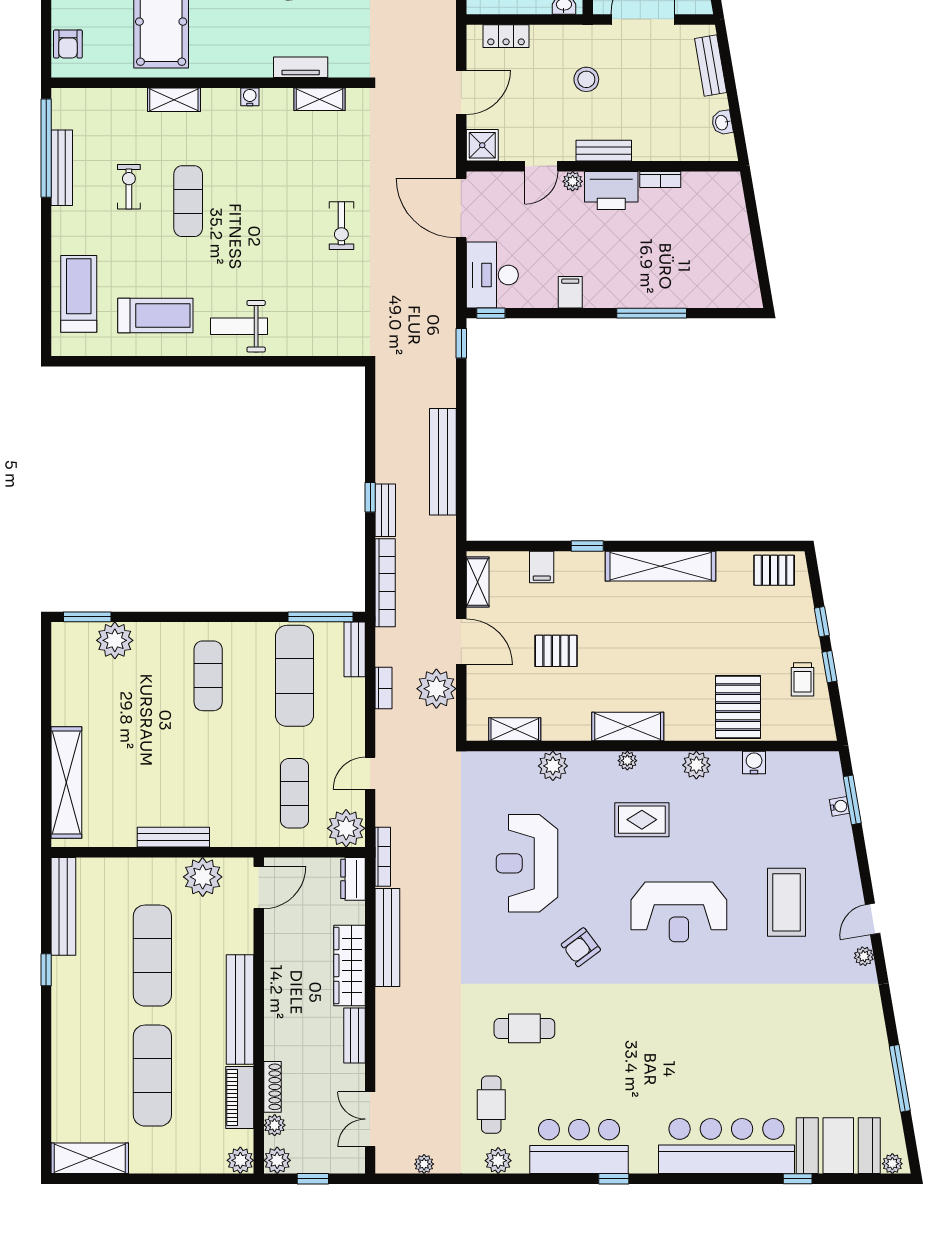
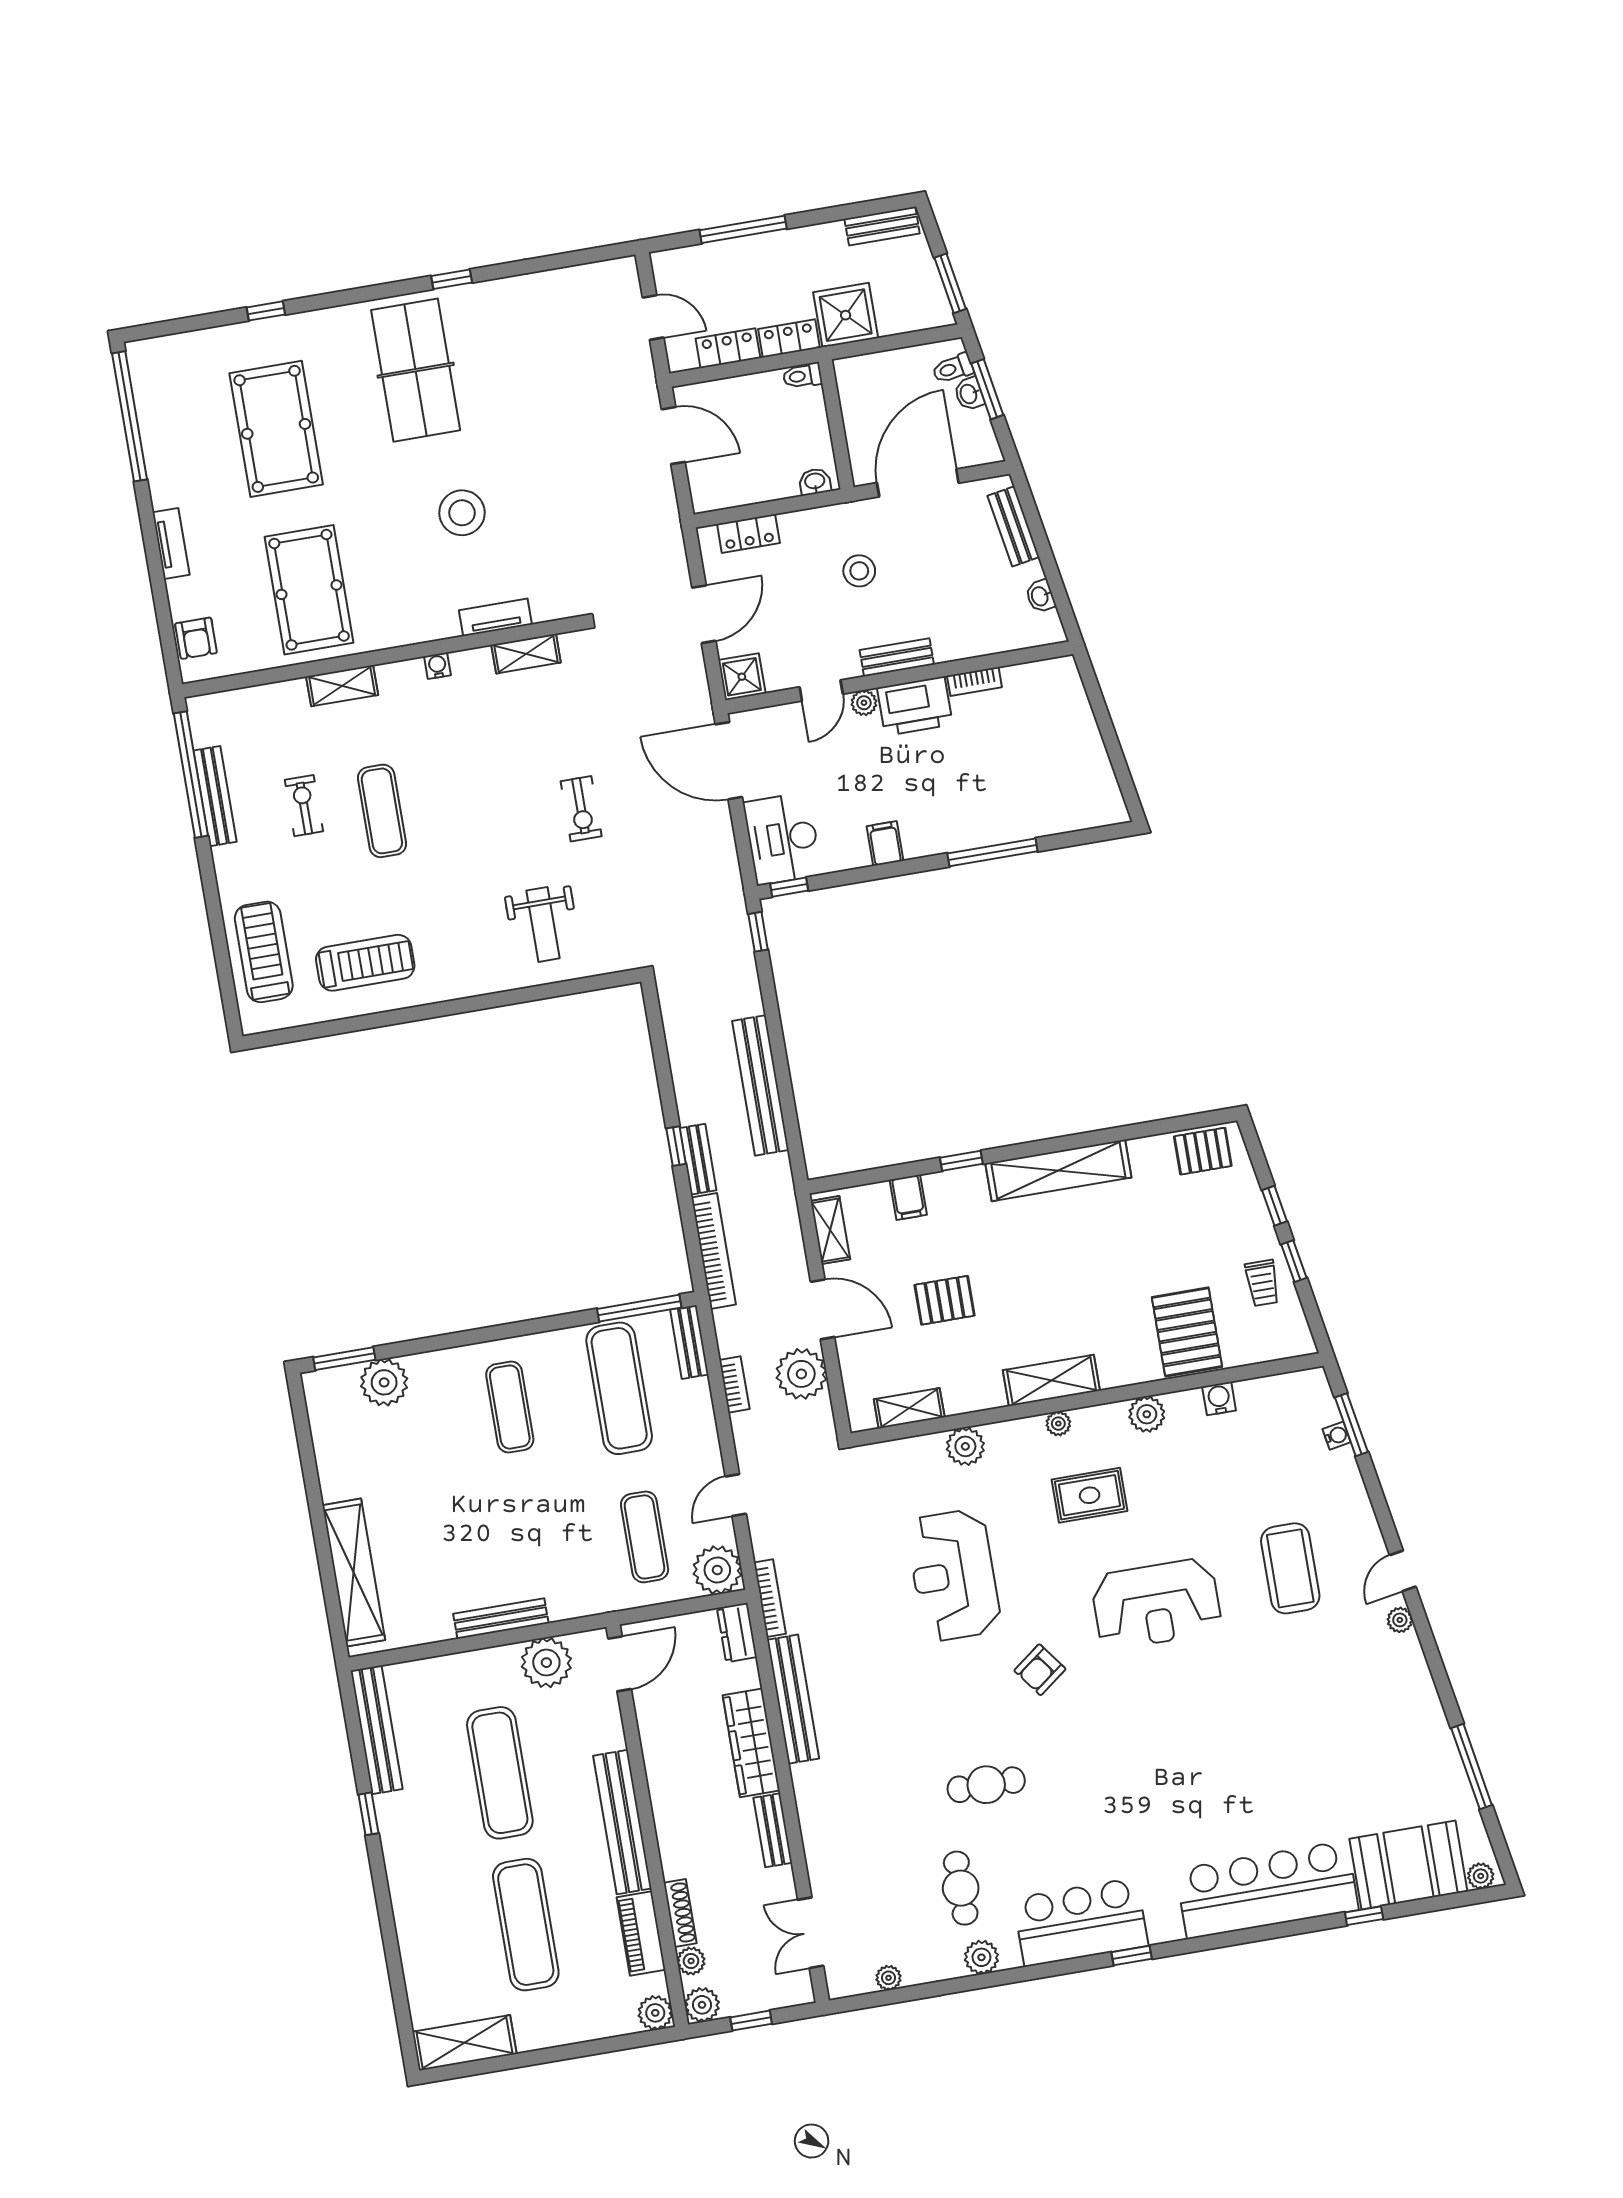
weight bench: (239, 326) -> (543, 924), moved, turned -90

